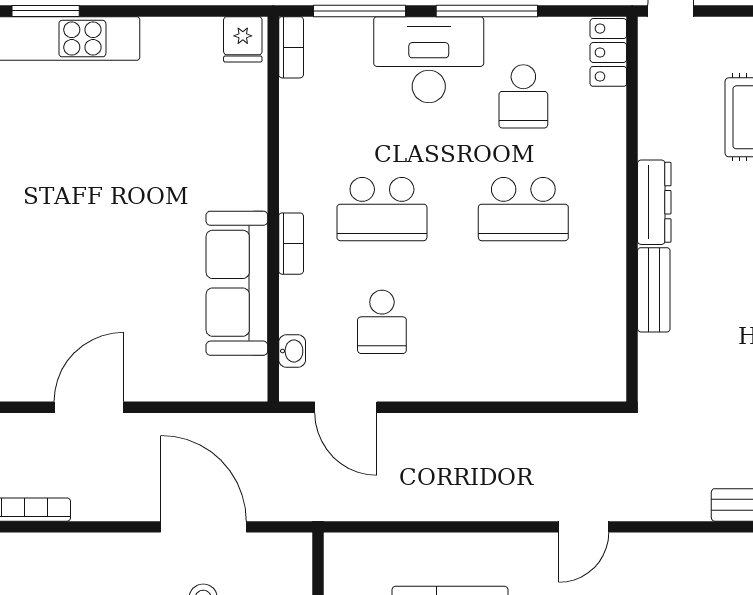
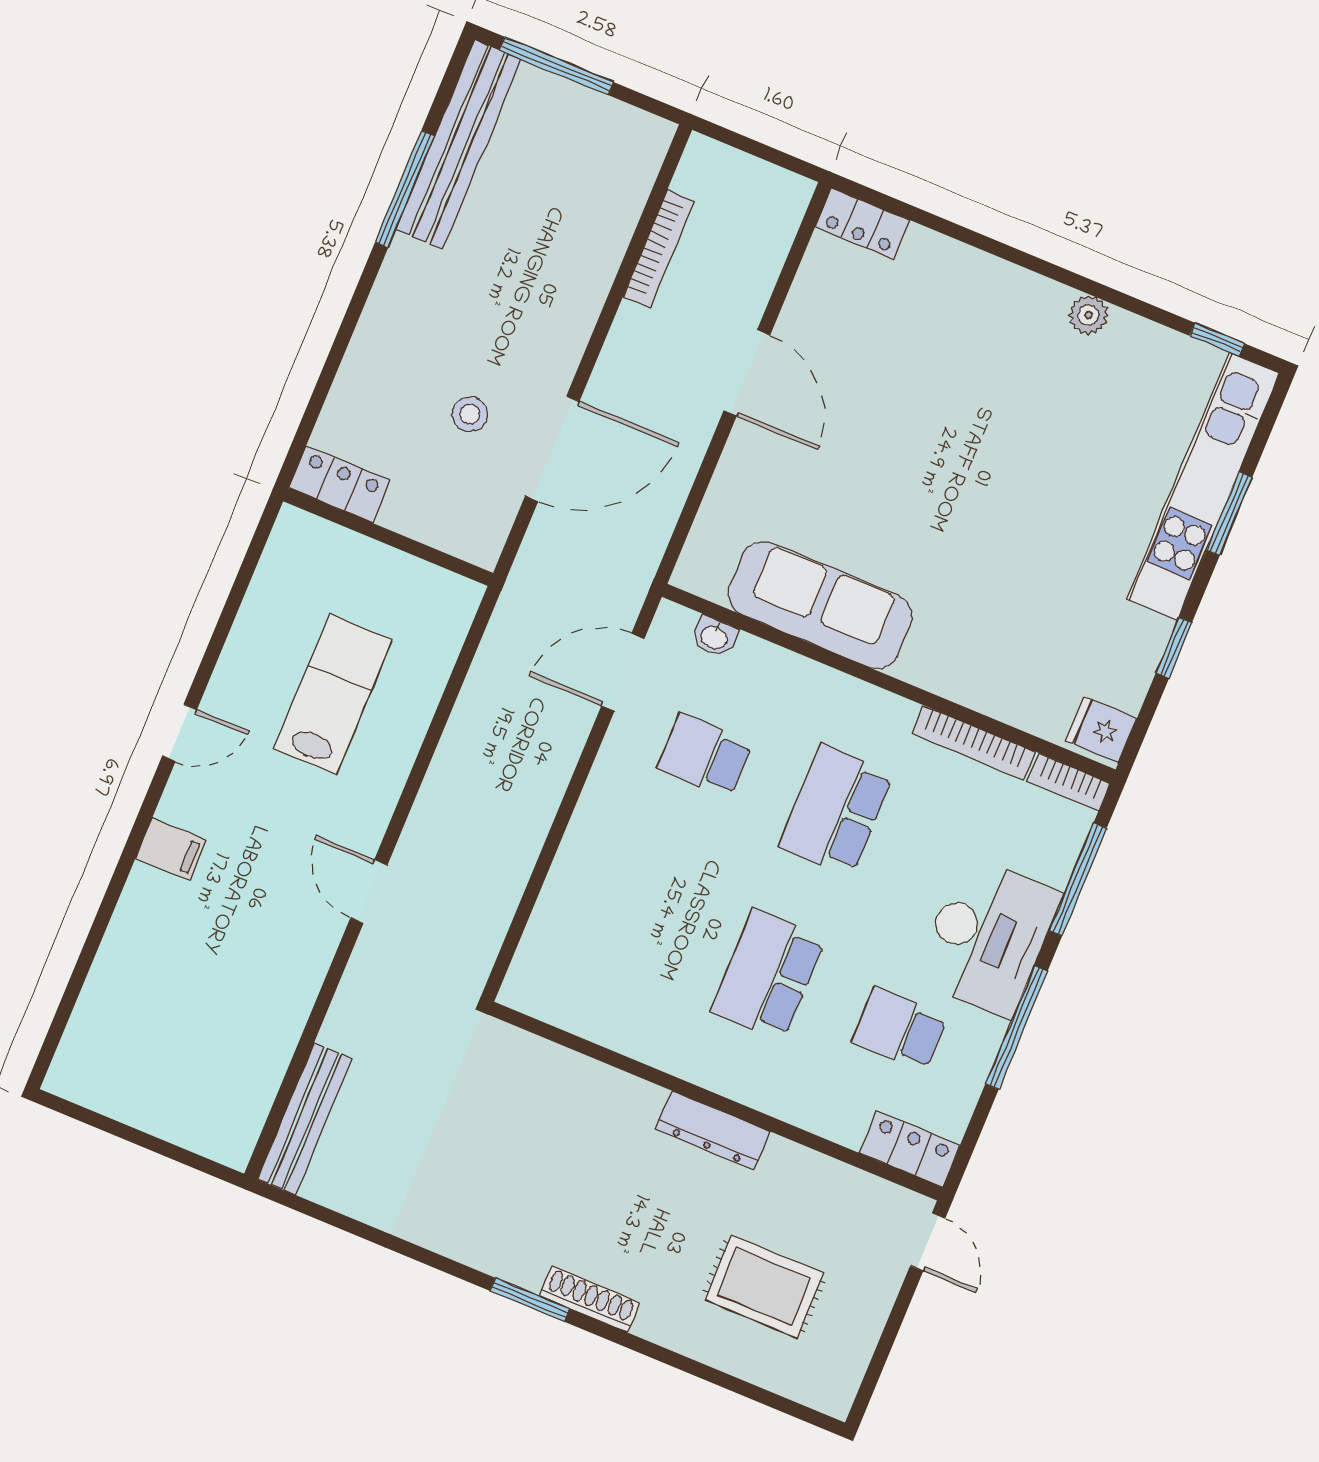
window: (161, 11) -> (1174, 648), added
bookcase: (291, 244) -> (973, 743), moved, width x1.56
bench: (654, 290) -> (611, 1088), removed

